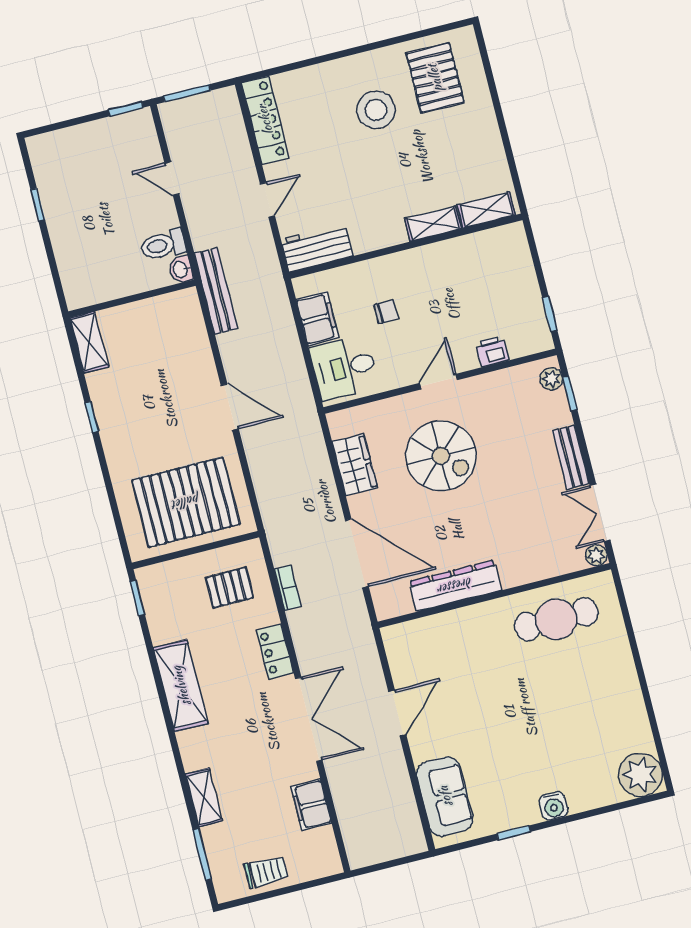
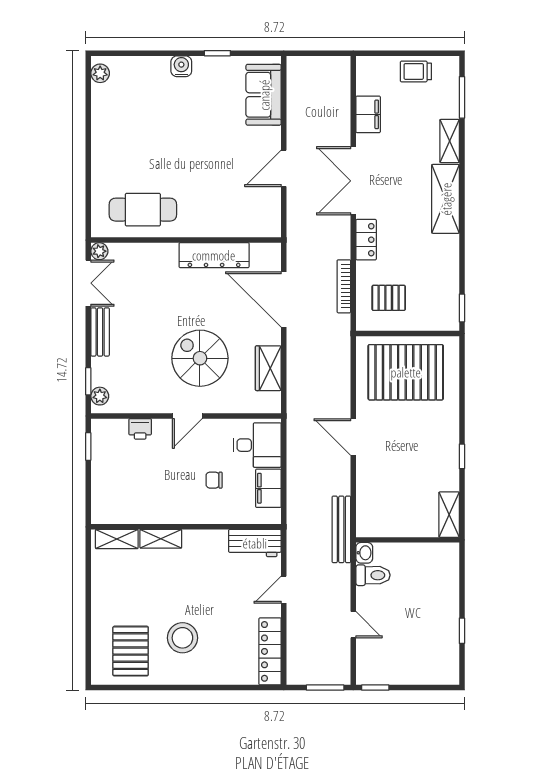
bookcase: (288, 588) -> (344, 286), width x1.56
shelving: (181, 686) -> (446, 199), moved
plant: (640, 775) -> (100, 73), width x0.53, depth x0.53

